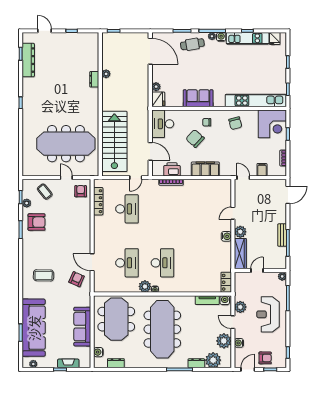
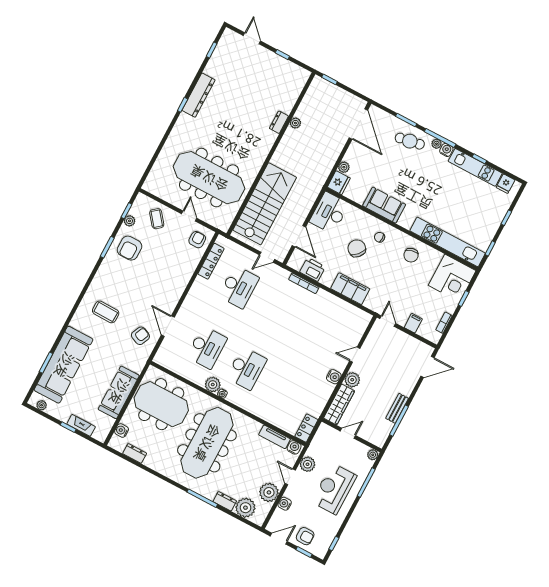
dresser: (28, 60) -> (199, 95), moved
armchair: (37, 222) -> (130, 248), turned 90
meeting table: (116, 319) -> (161, 404), turned 90

